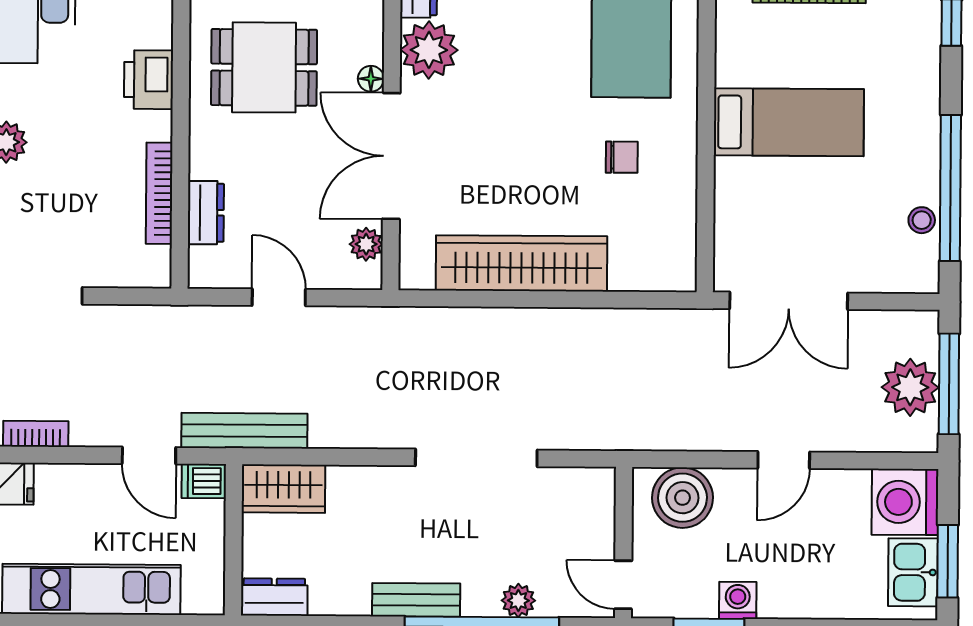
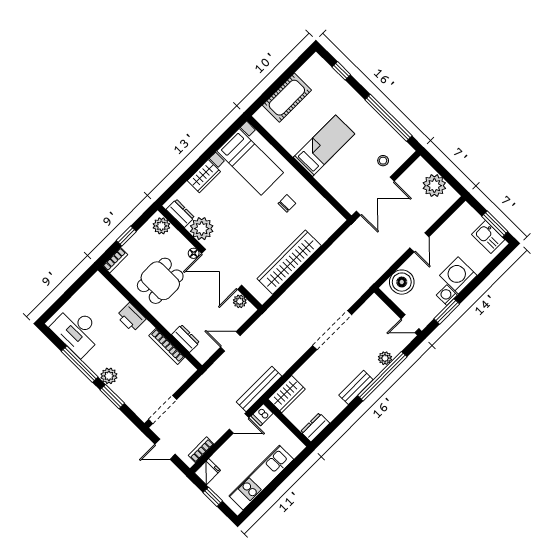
stool: (922, 220) -> (383, 161), moved
window: (949, 384) -> (444, 173), removed
washing machine: (905, 502) -> (458, 275), moved, turned 90

